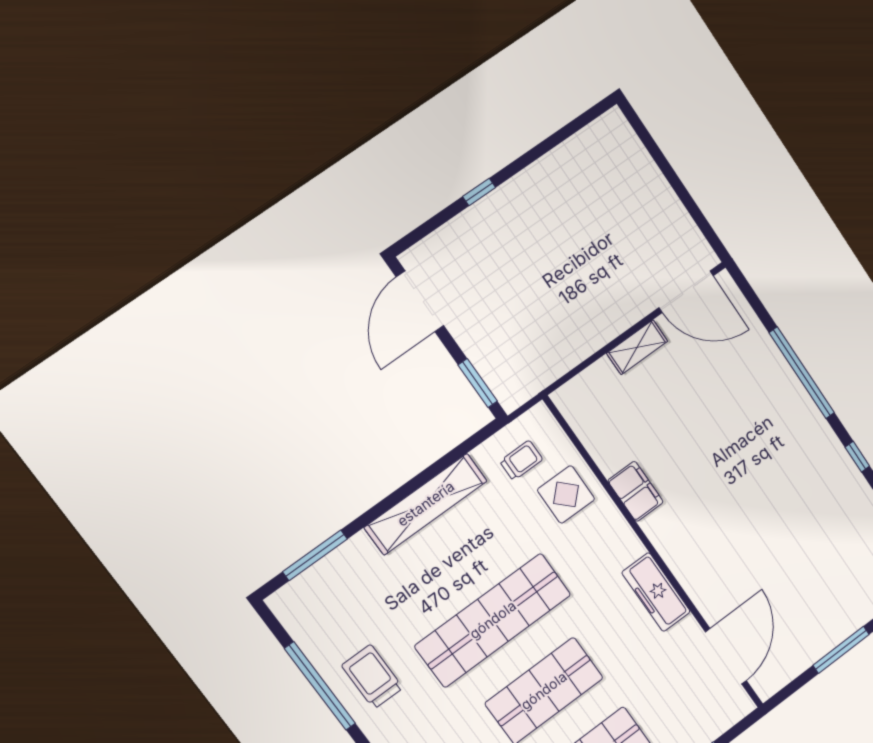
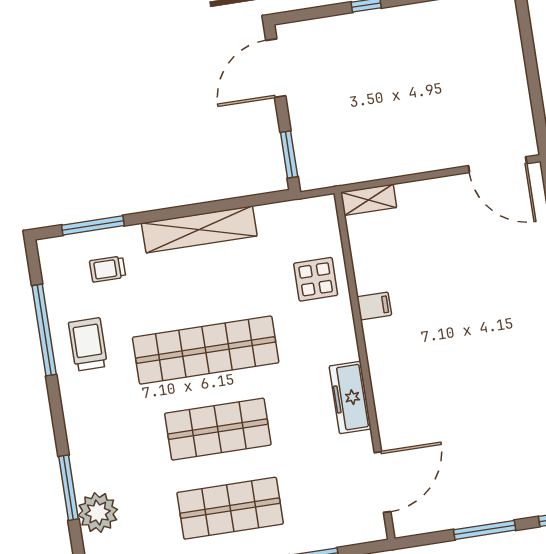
shelving: (637, 347) -> (369, 200), moved
trolley: (521, 460) -> (108, 269), moved, turned 180
filing cabinet: (636, 491) -> (374, 306), width x0.50

